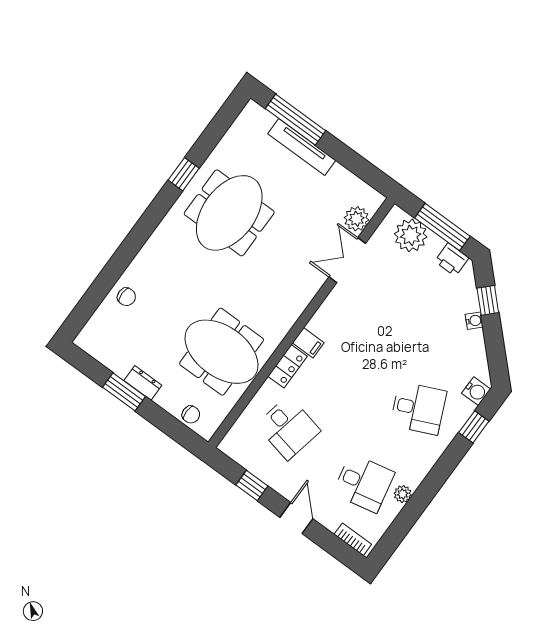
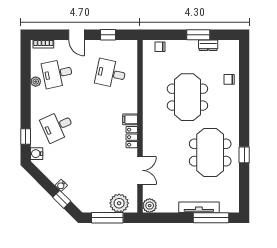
plant: (357, 219) -> (150, 206), moved
printer: (452, 260) -> (92, 206), removed
meeting table: (222, 352) -> (187, 97), moved, turned 90
locker: (288, 366) -> (132, 137), moved
dresser: (143, 383) -> (208, 45), moved

